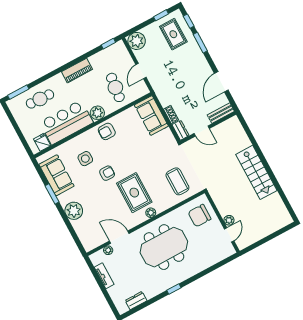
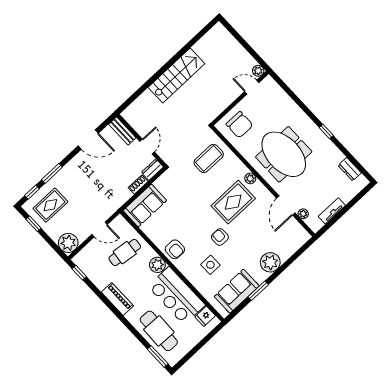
cafe table: (40, 99) -> (159, 331), width x1.37, depth x1.35
plant: (229, 220) -> (258, 71), moved

